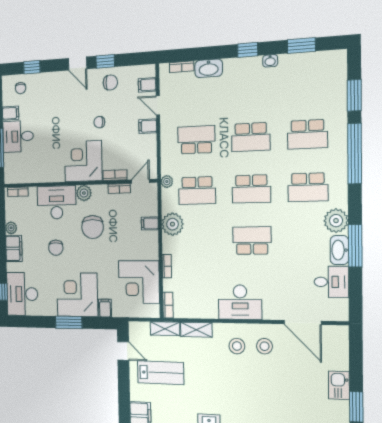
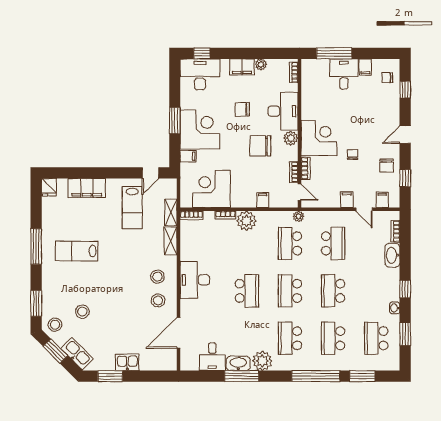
window: (105, 61) -> (405, 178), moved
school desk: (307, 81) -> (376, 338), added
door: (158, 105) -> (364, 209), swing flipped
plant: (172, 224) -> (247, 221), moved

